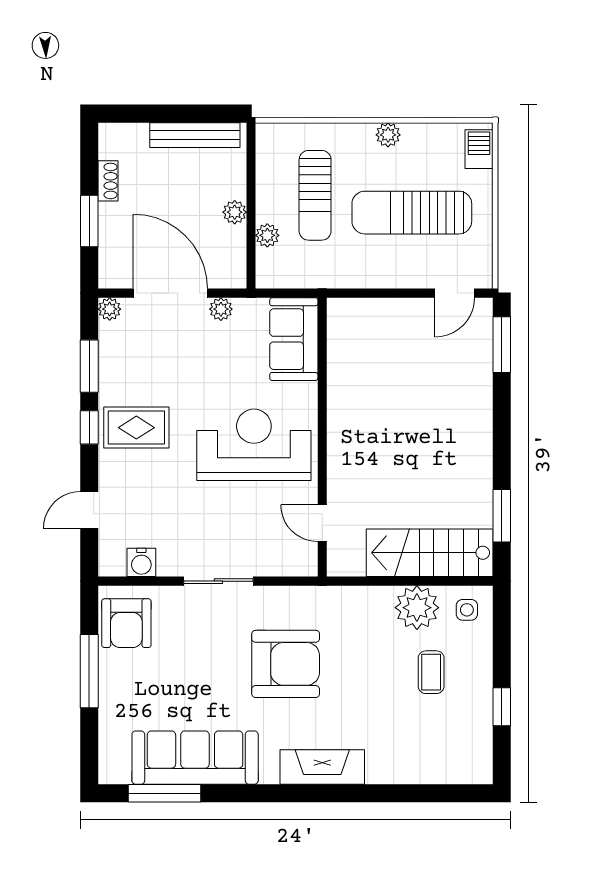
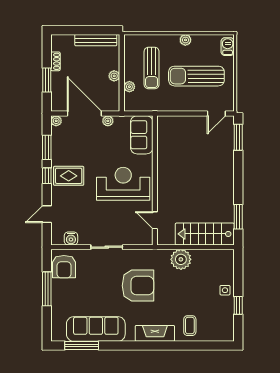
plant: (417, 608) -> (181, 259), moved
side table: (467, 610) -> (225, 290), moved
coffee table: (431, 672) -> (190, 326), moved

